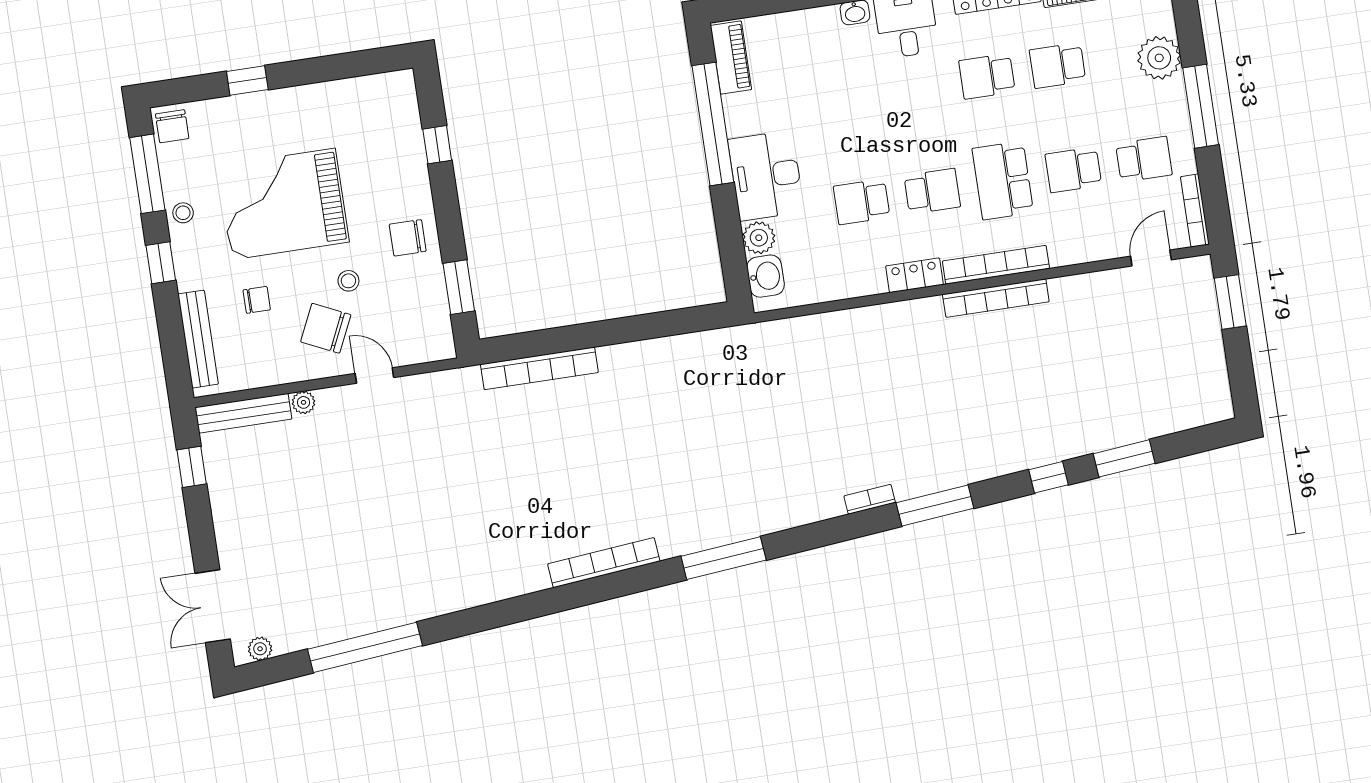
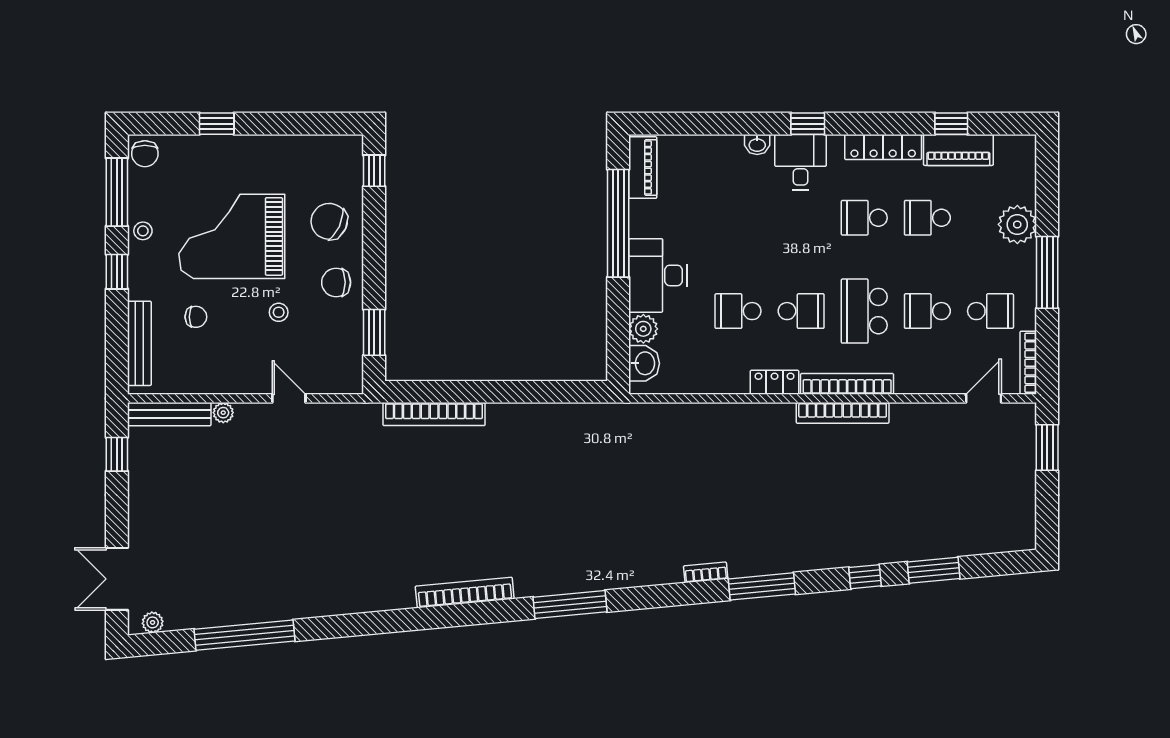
window: (437, 145) -> (374, 171), moved
chair: (326, 328) -> (329, 221), moved

